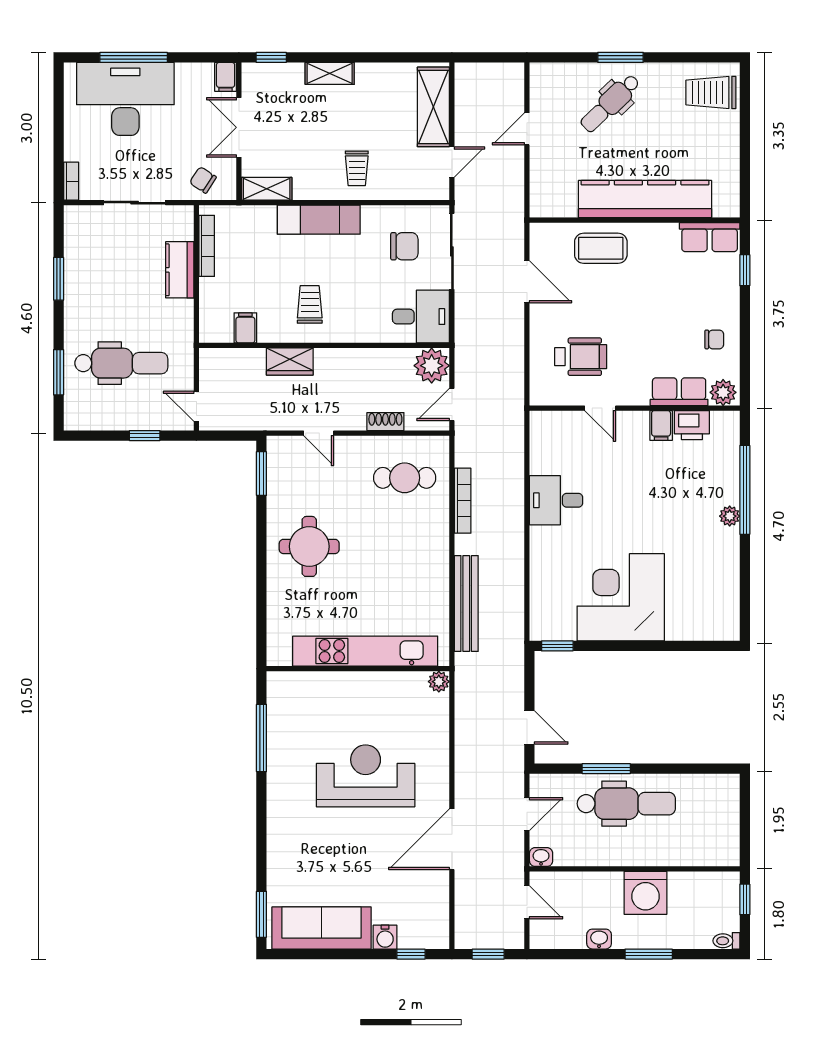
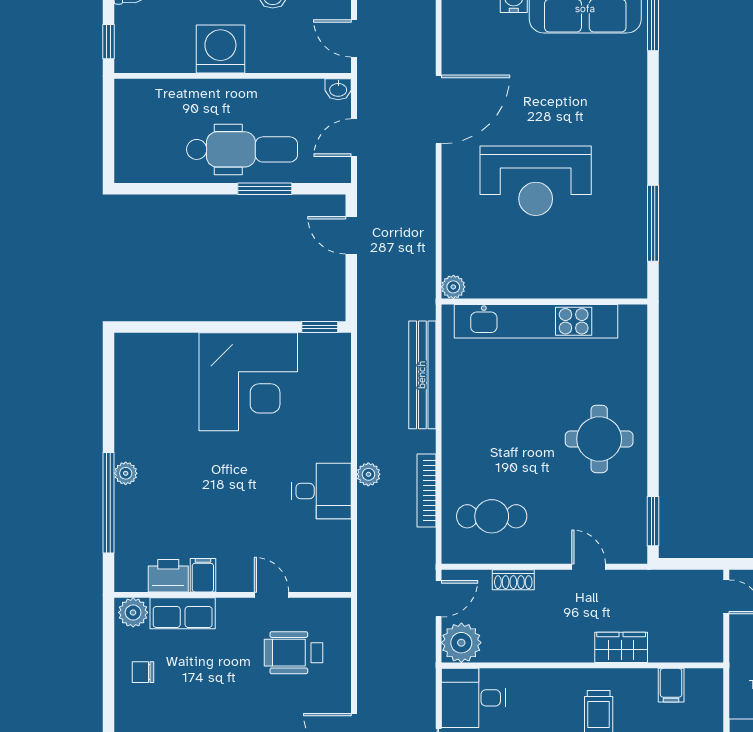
plant: (514, 515) -> (368, 474), added
dental chair: (626, 804) -> (242, 149), turned 180

